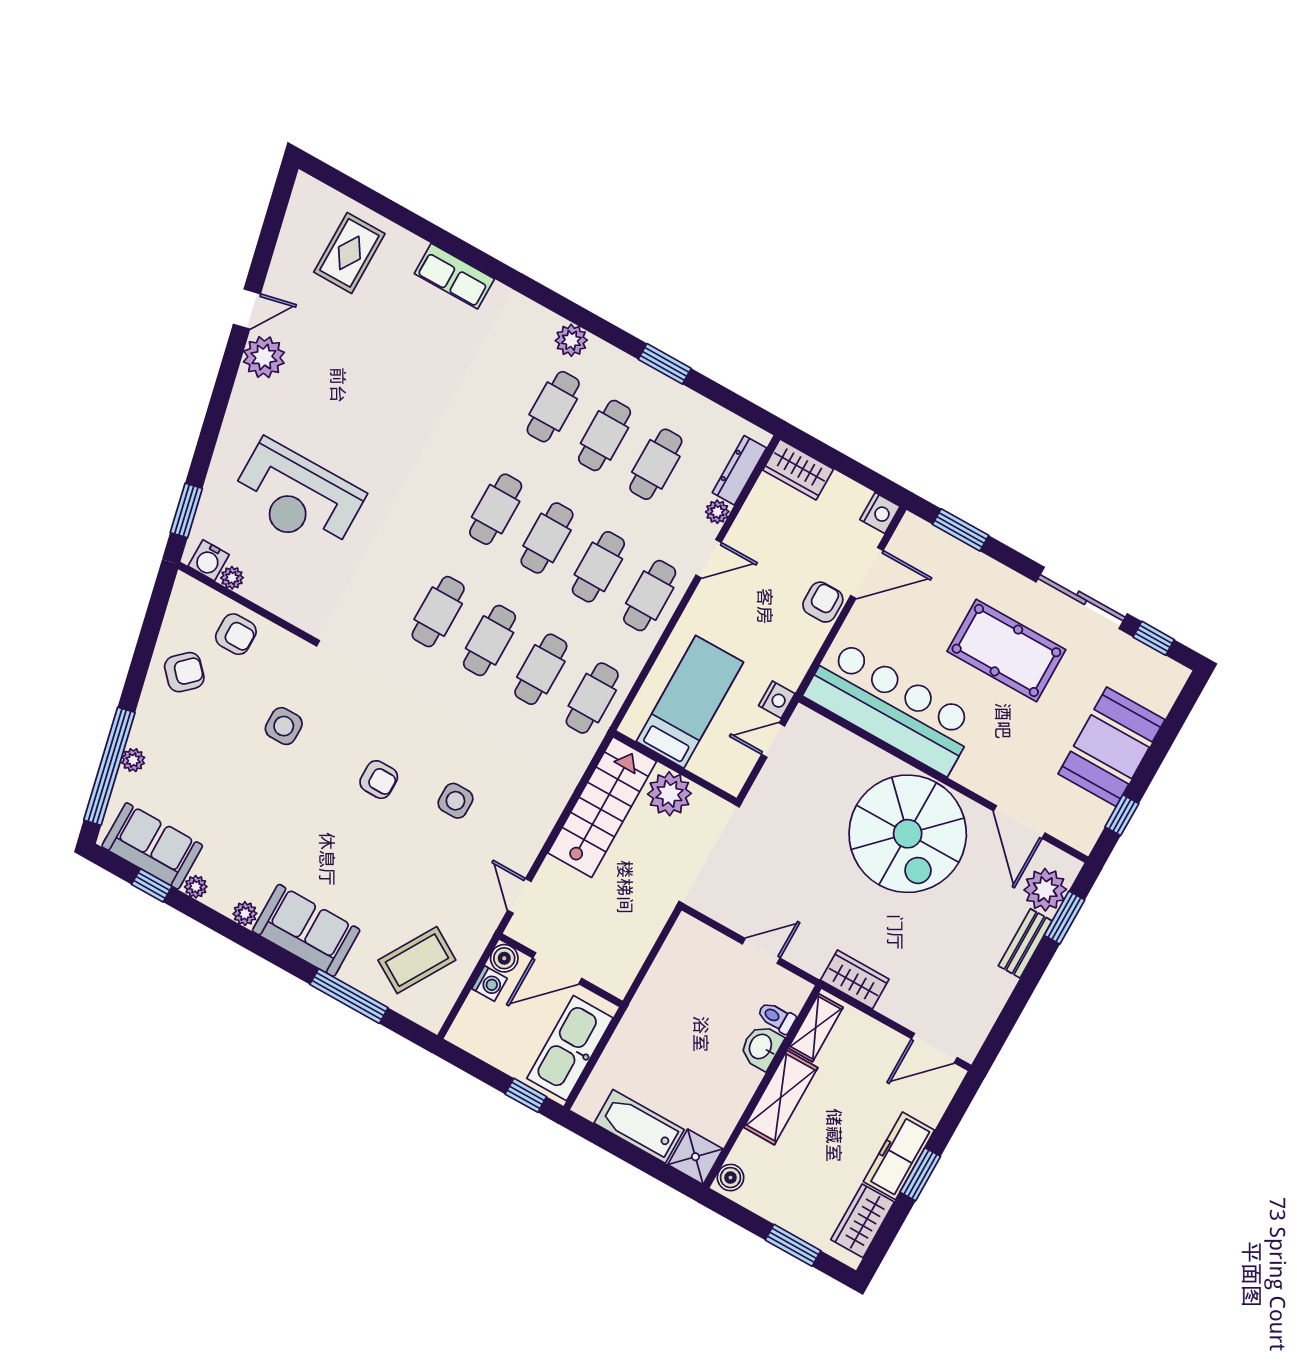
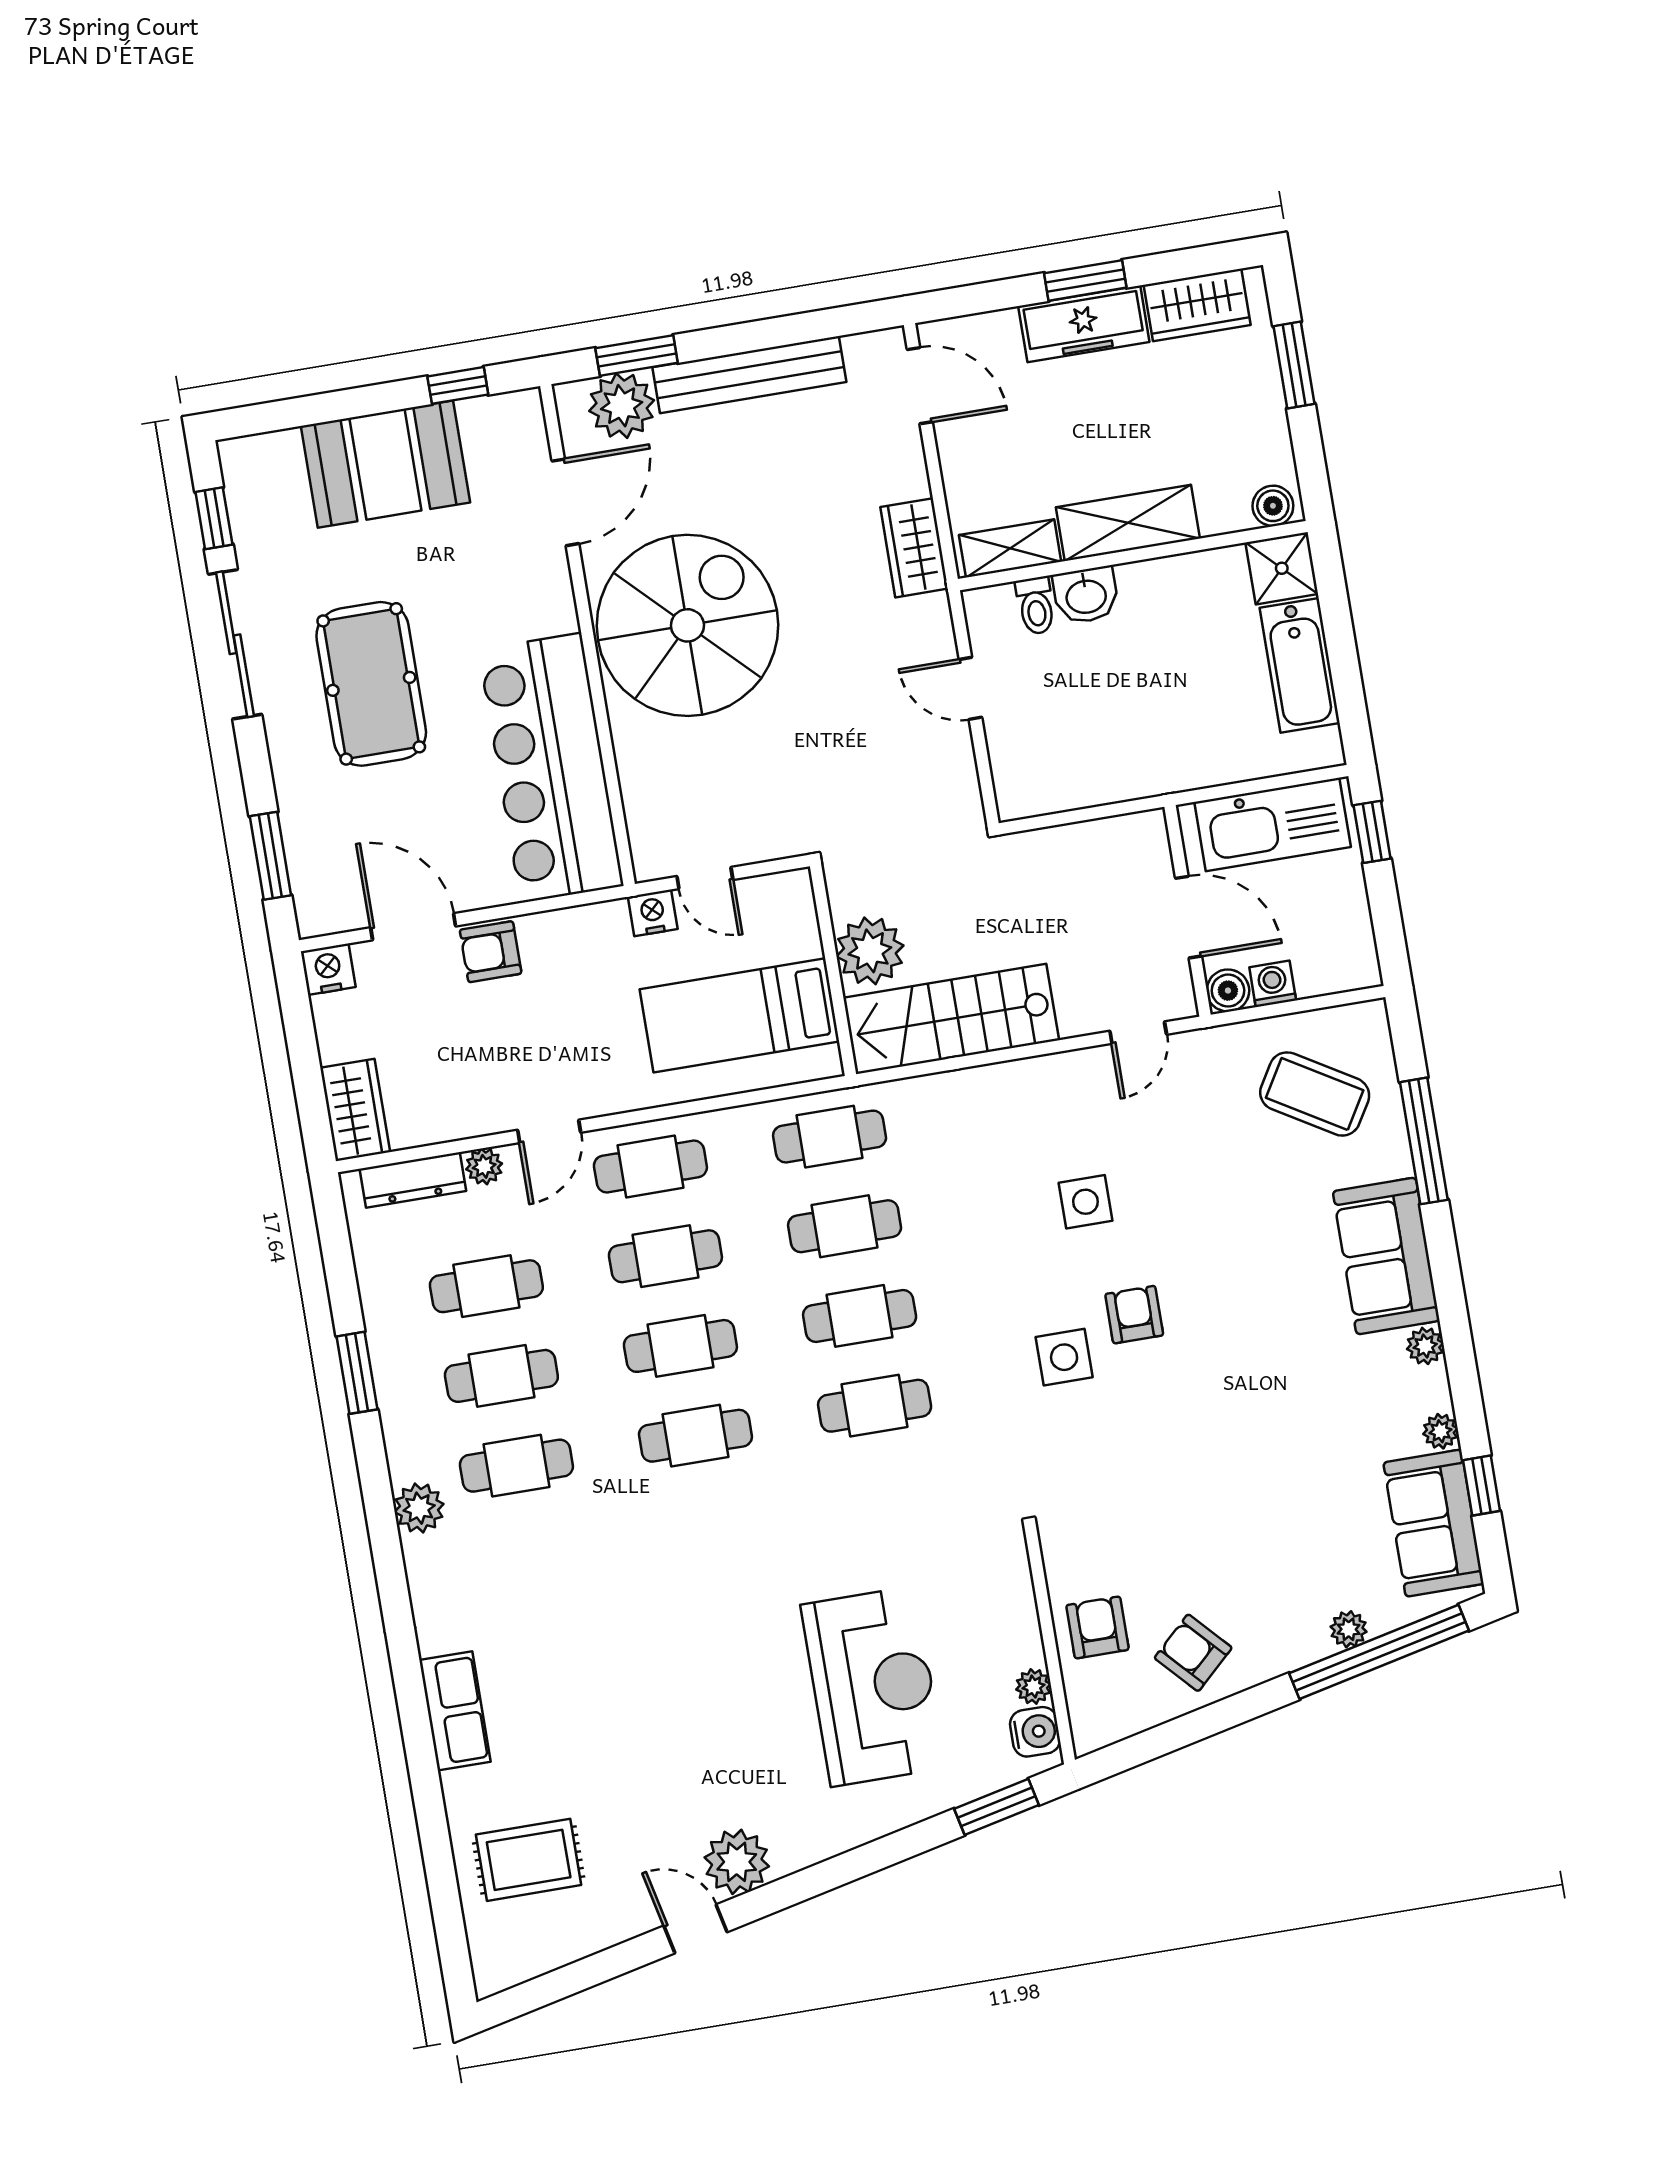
door: (709, 559) -> (549, 1131), swing flipped
side table: (284, 726) -> (1064, 1357), moved
bench: (1025, 943) -> (749, 375), width x1.86, depth x1.21

